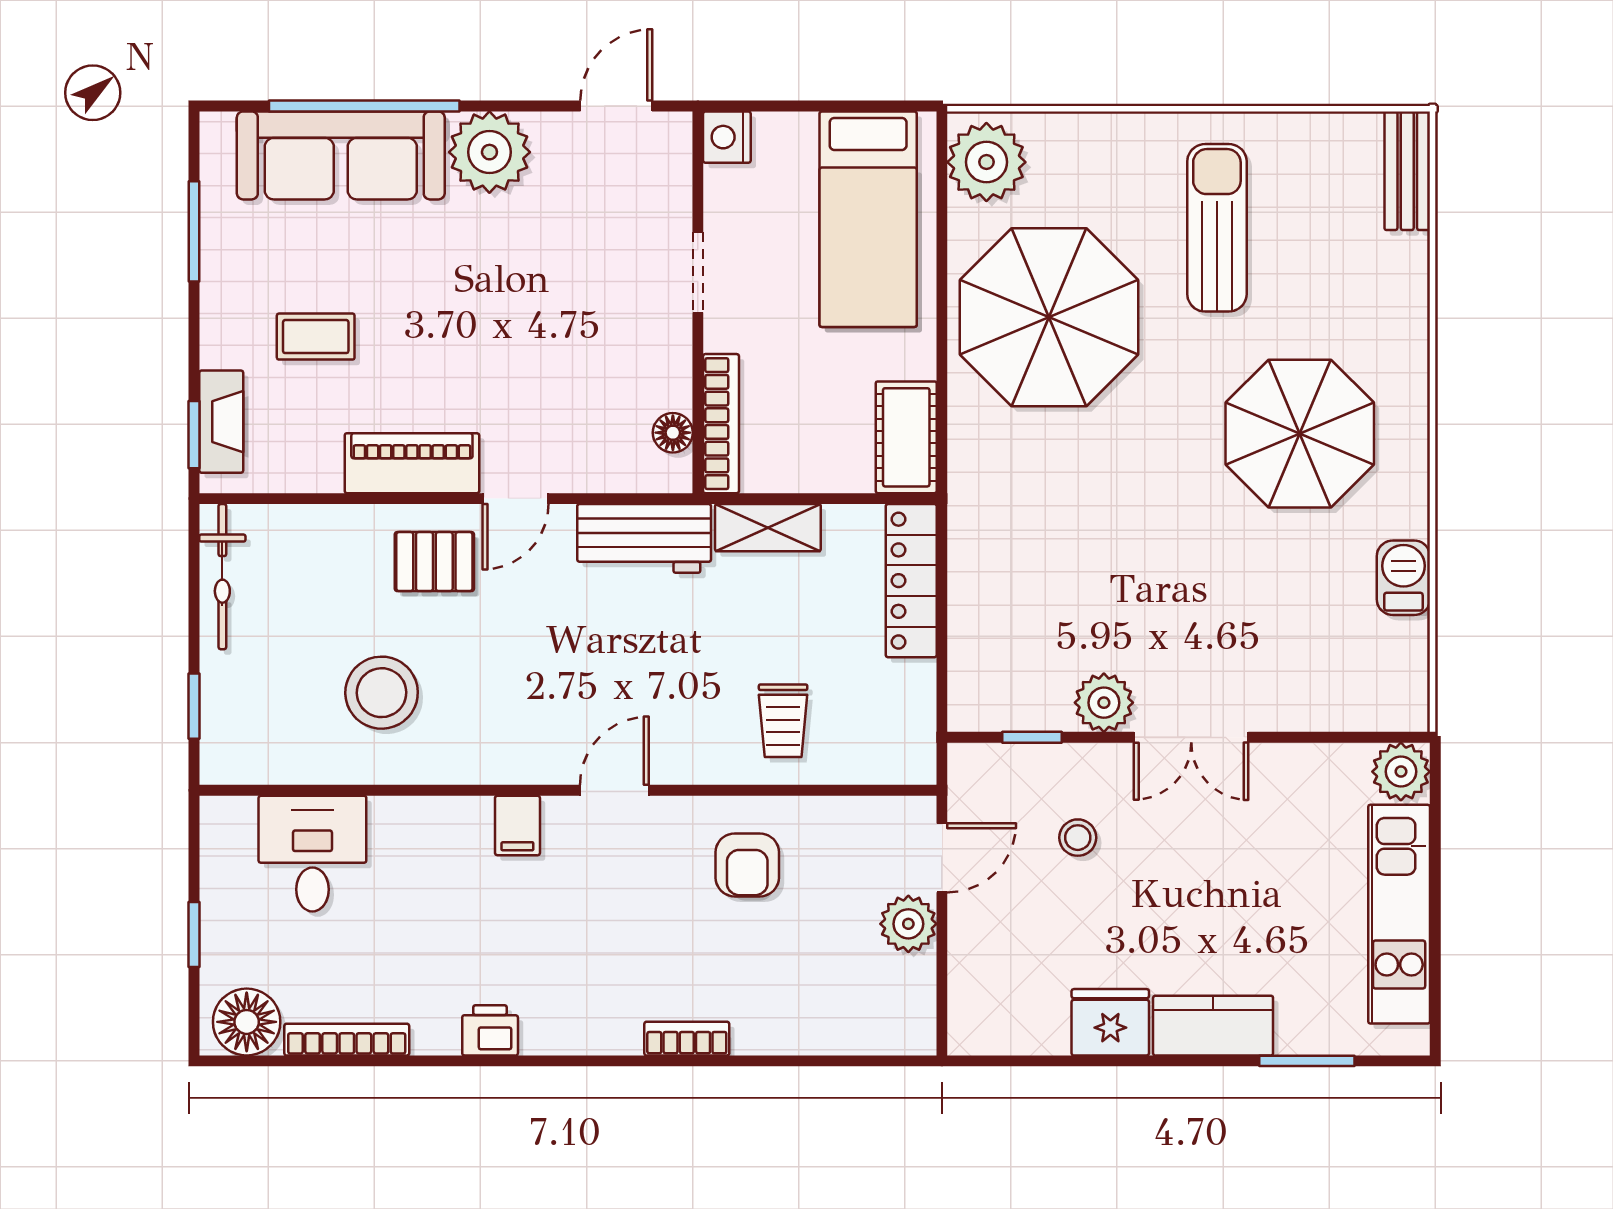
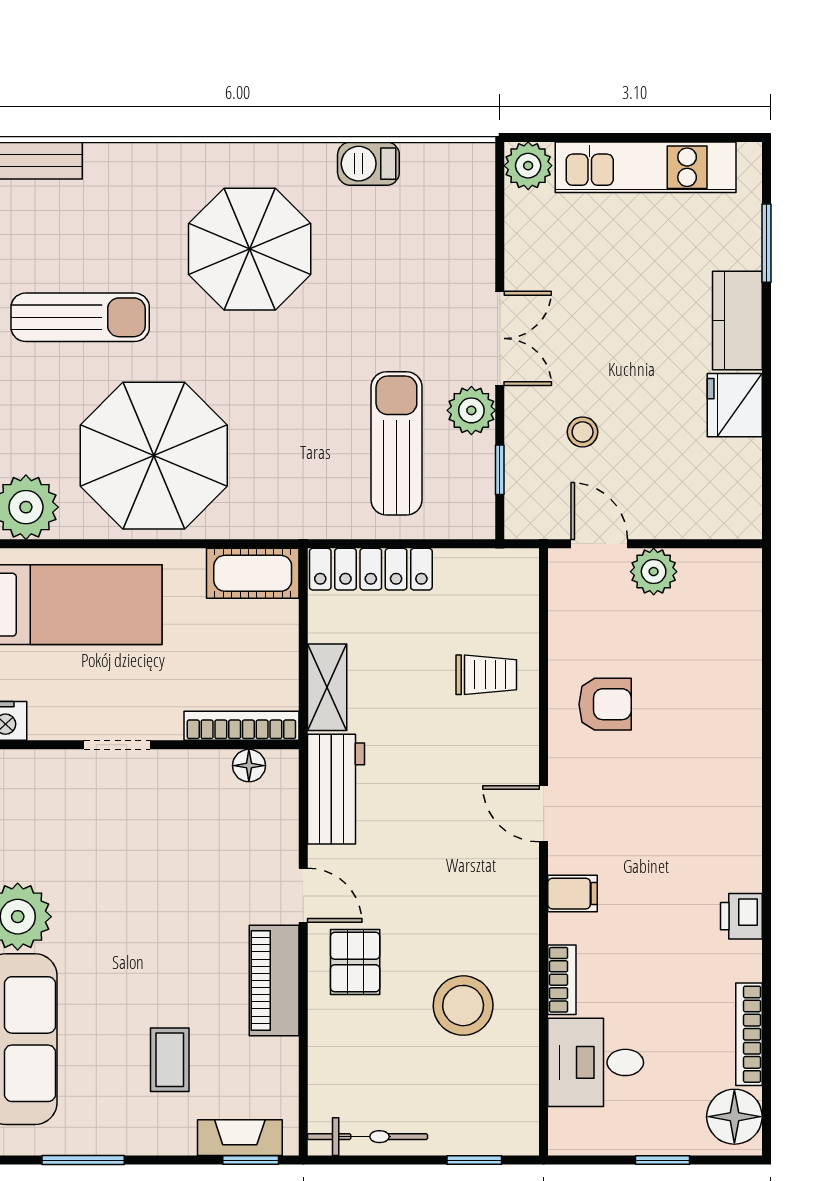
sun lounger: (1217, 228) -> (80, 317), turned 180
sun lounger: (1064, 612) -> (396, 443), added
bookcase: (687, 1039) -> (562, 980), moved, turned 180

